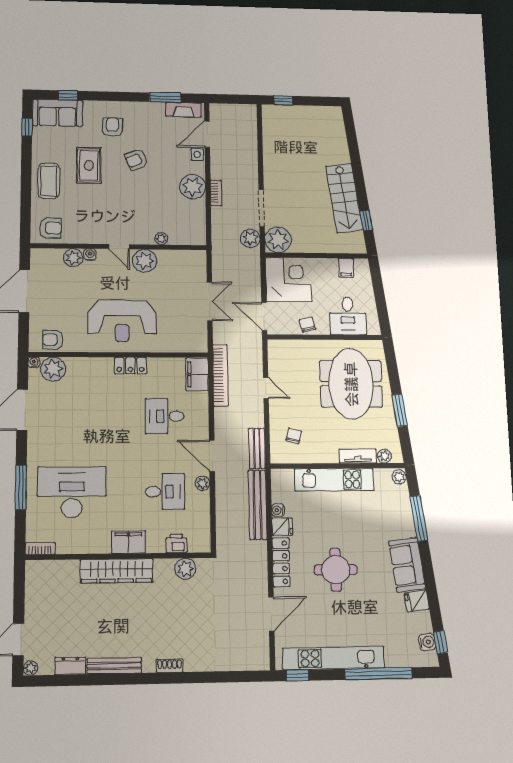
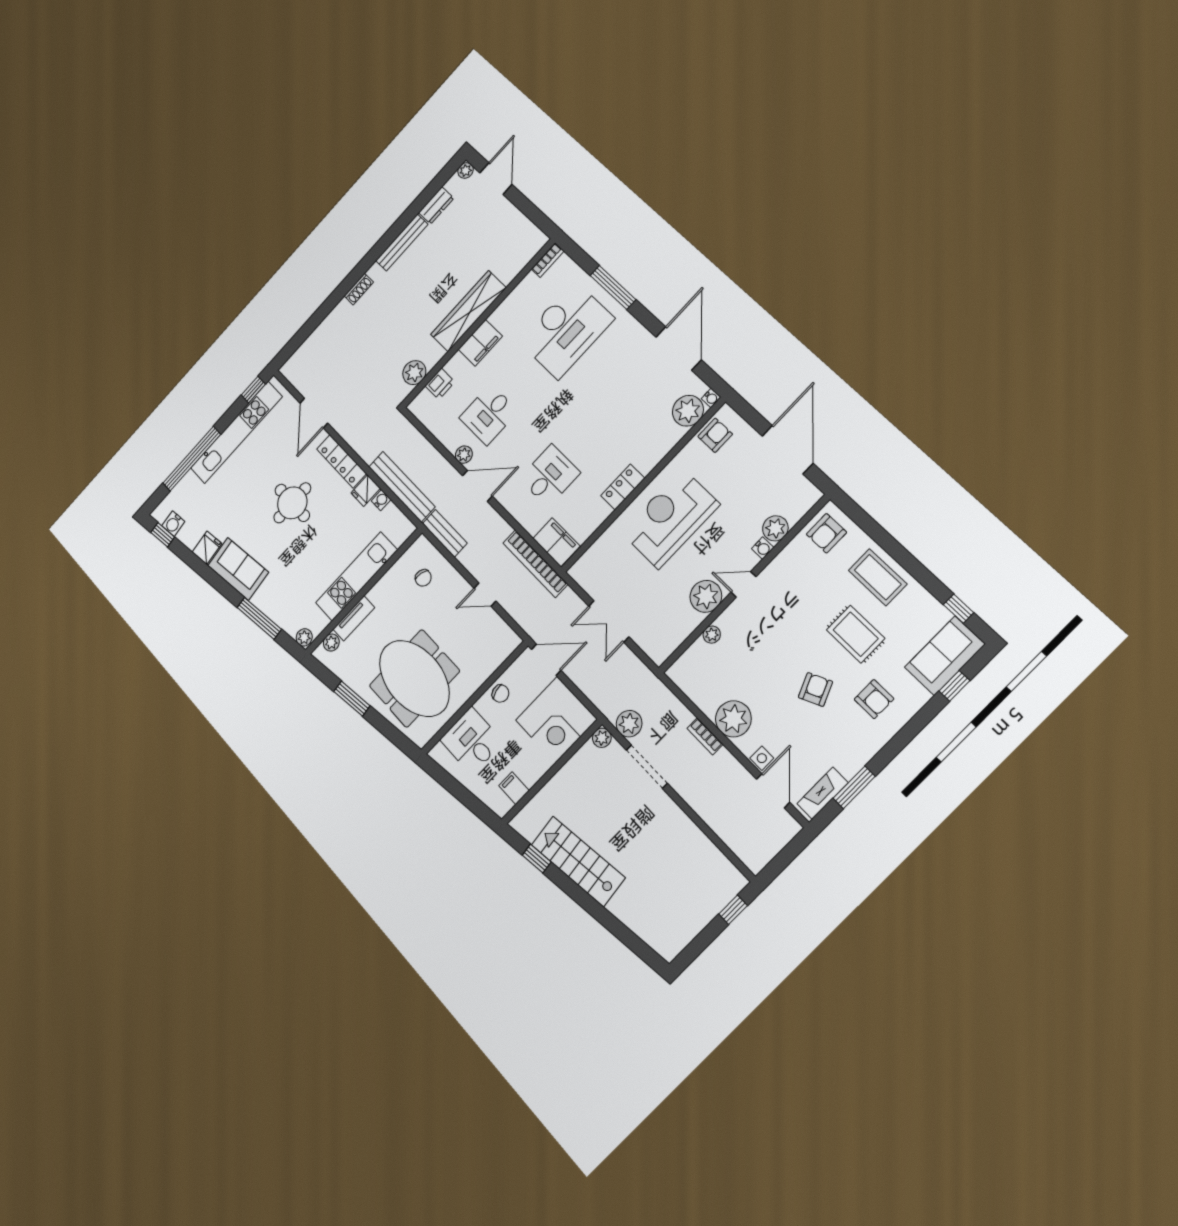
plant: (278, 240) -> (602, 738), width x0.53, depth x0.53

